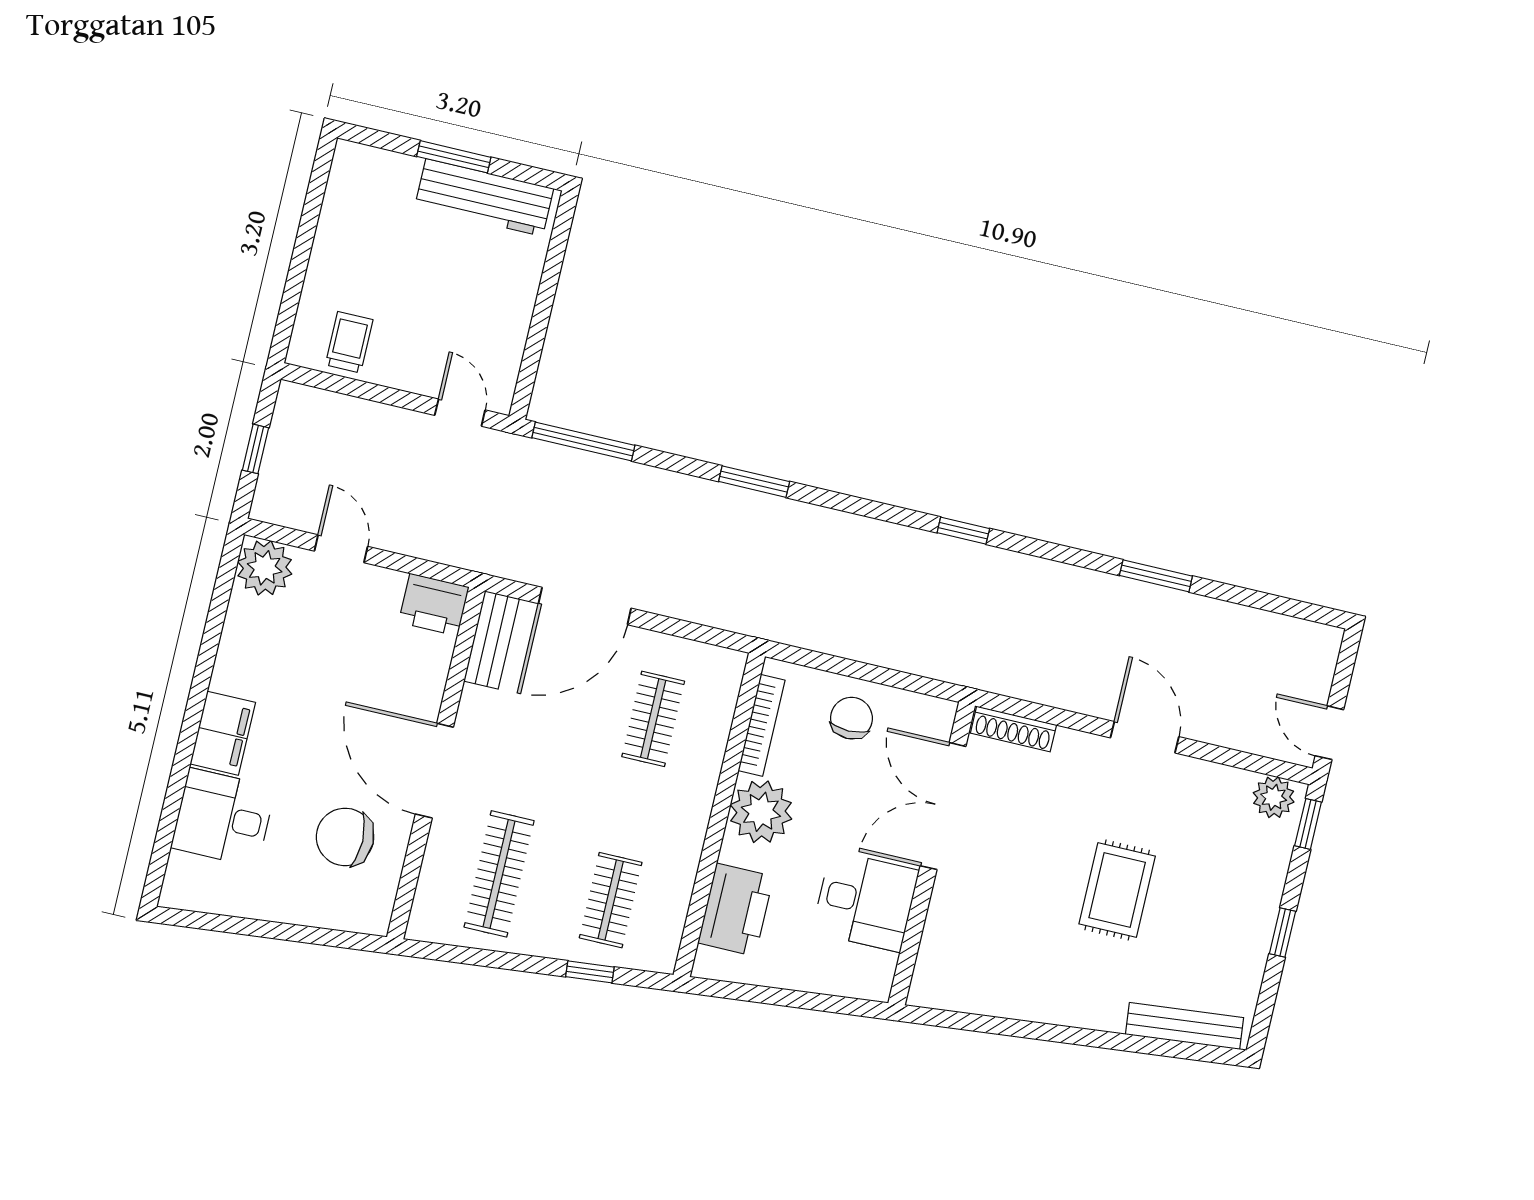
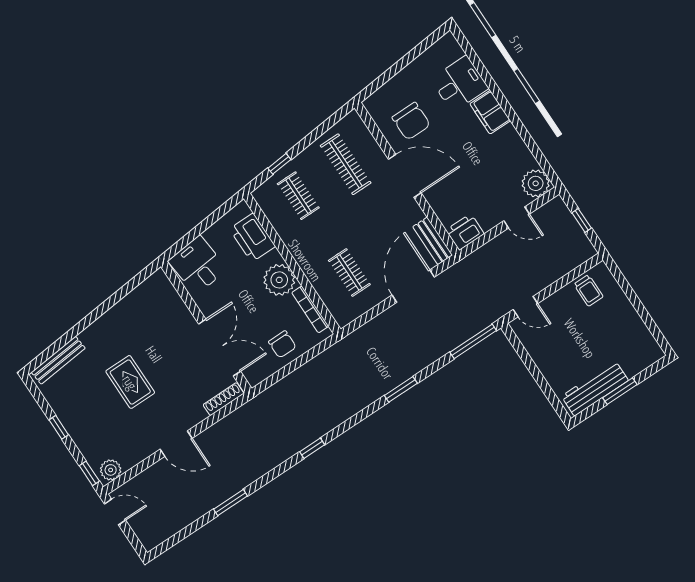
chair: (345, 837) -> (411, 121), turned 90
desk: (866, 901) -> (198, 265), moved, turned 84

